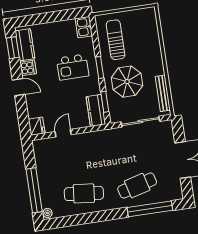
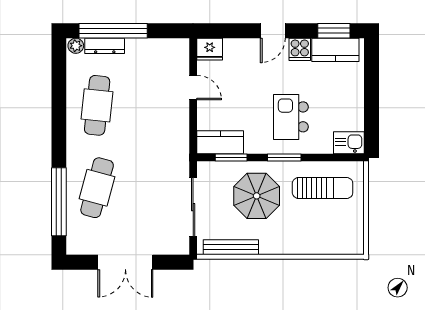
cafe table: (137, 186) -> (97, 188), turned 30
dresser: (45, 194) -> (105, 46), added

